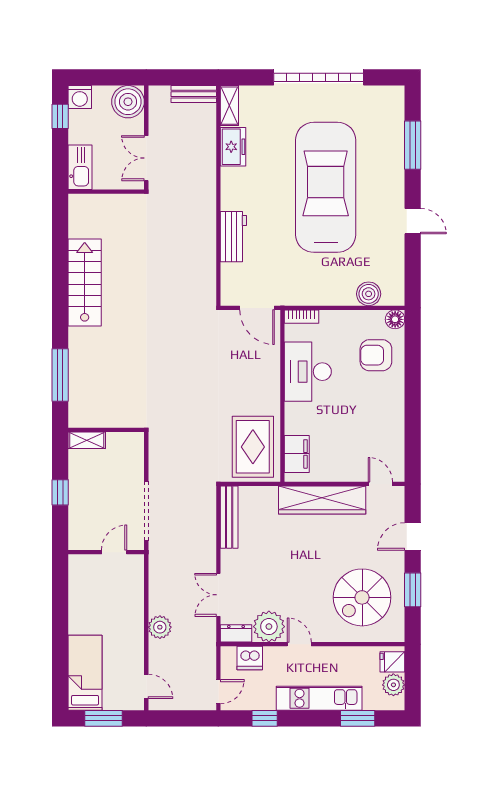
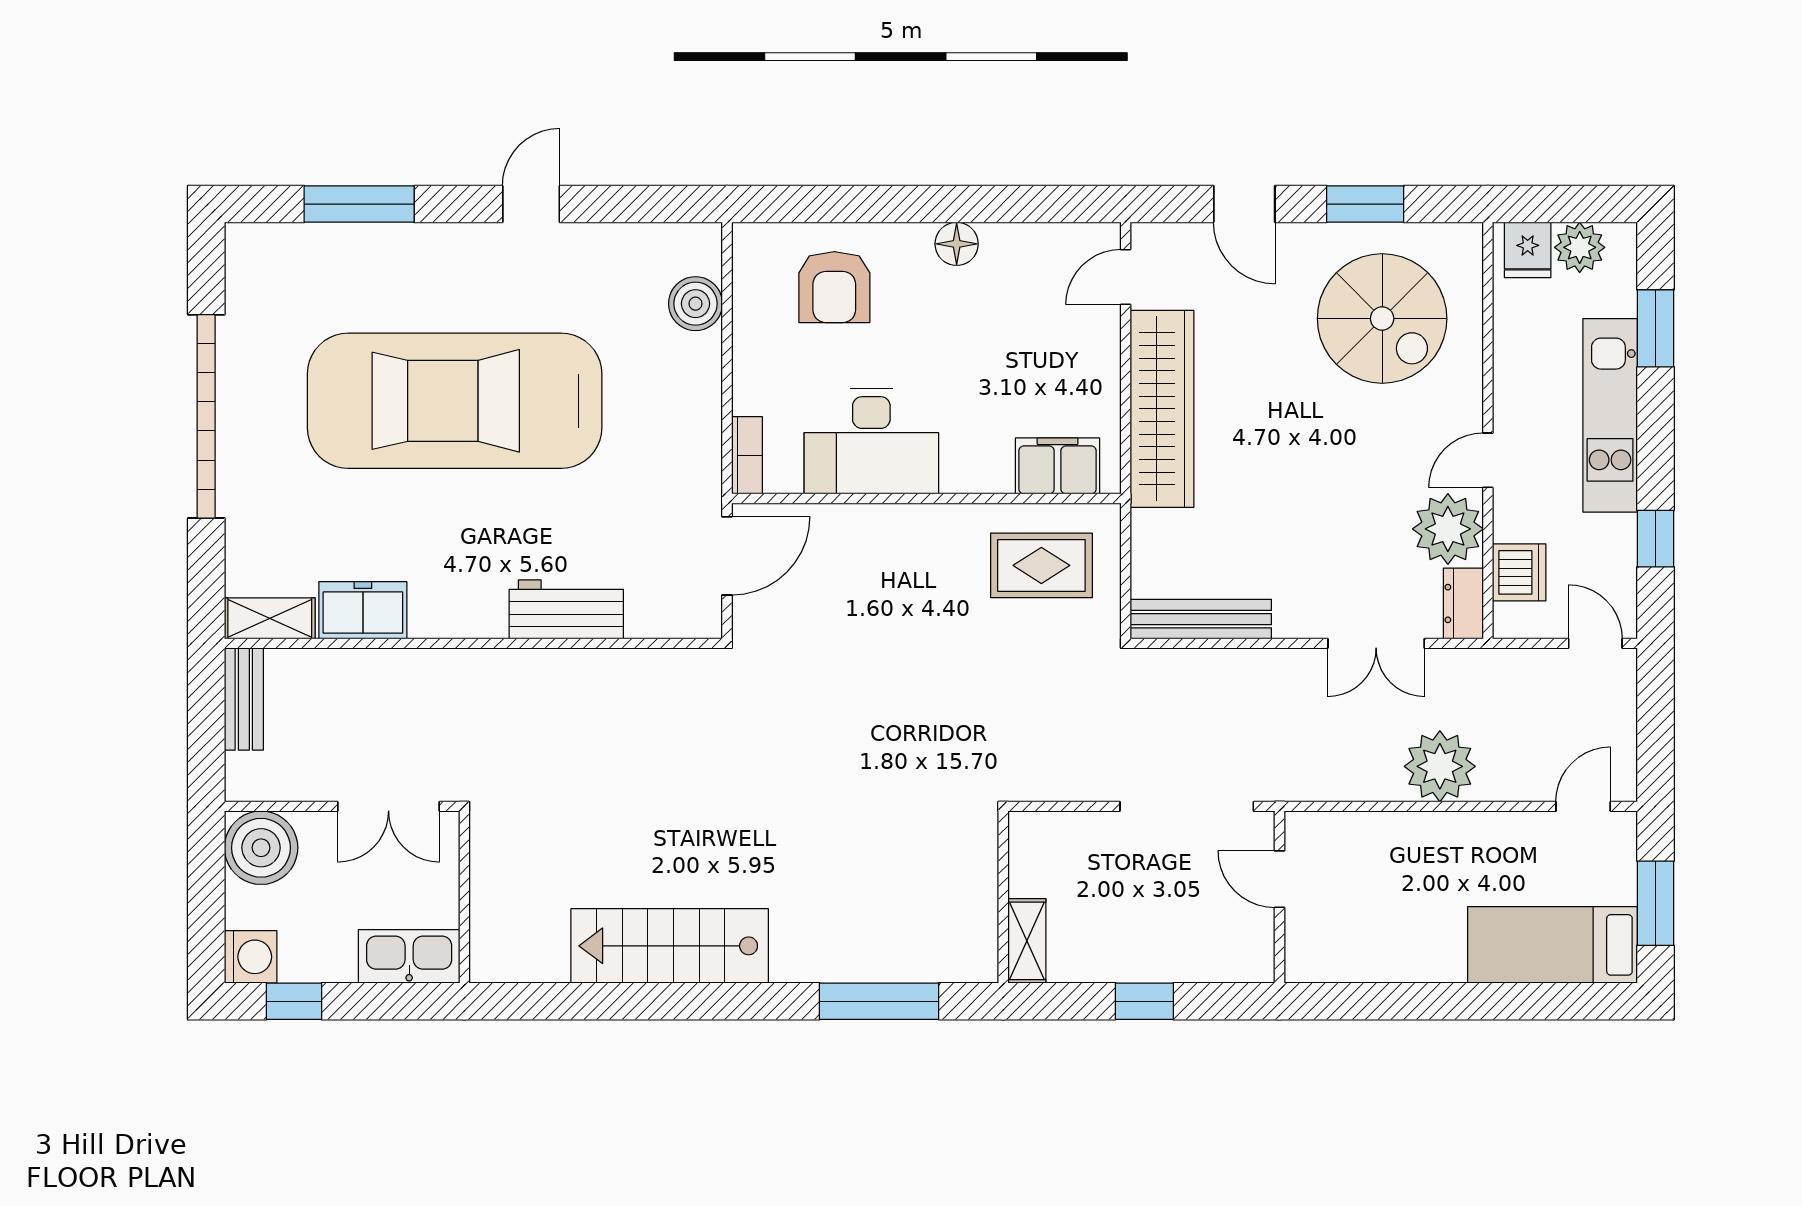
floor lamp: (395, 319) -> (957, 244), moved
rug: (253, 447) -> (1041, 565), width x0.73, depth x0.70
plant: (160, 627) -> (1440, 766), width x1.36, depth x1.36

